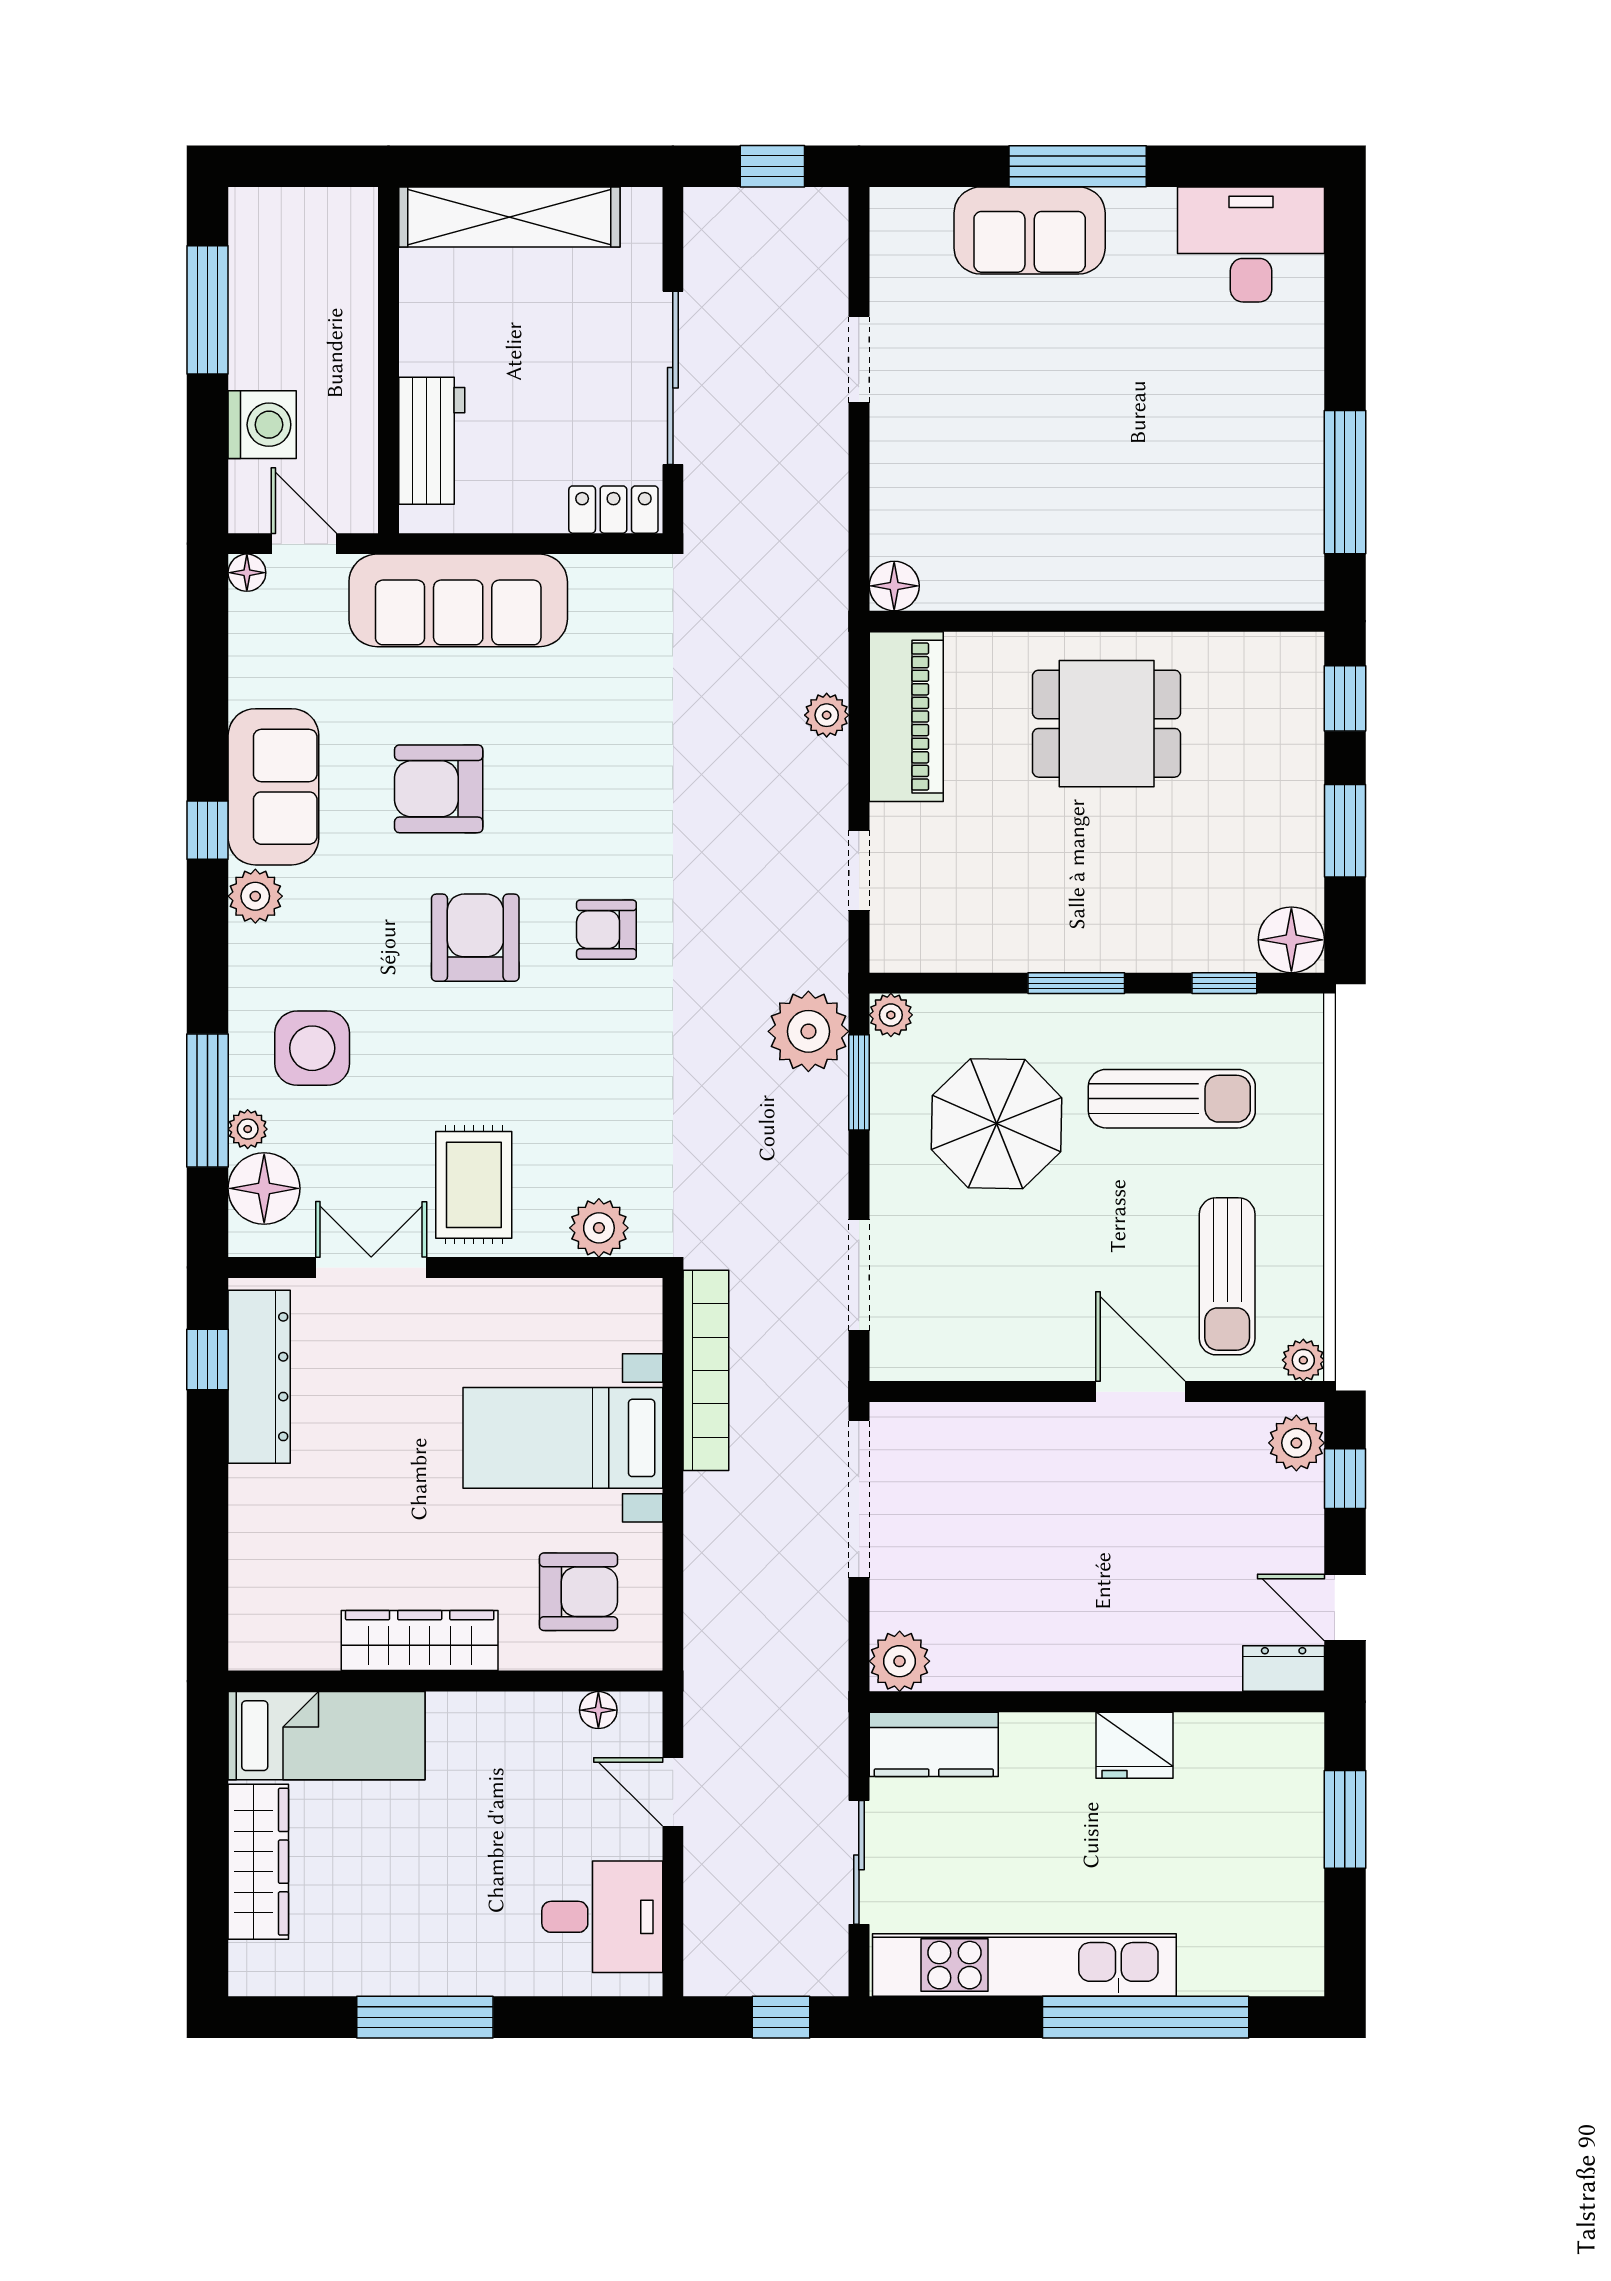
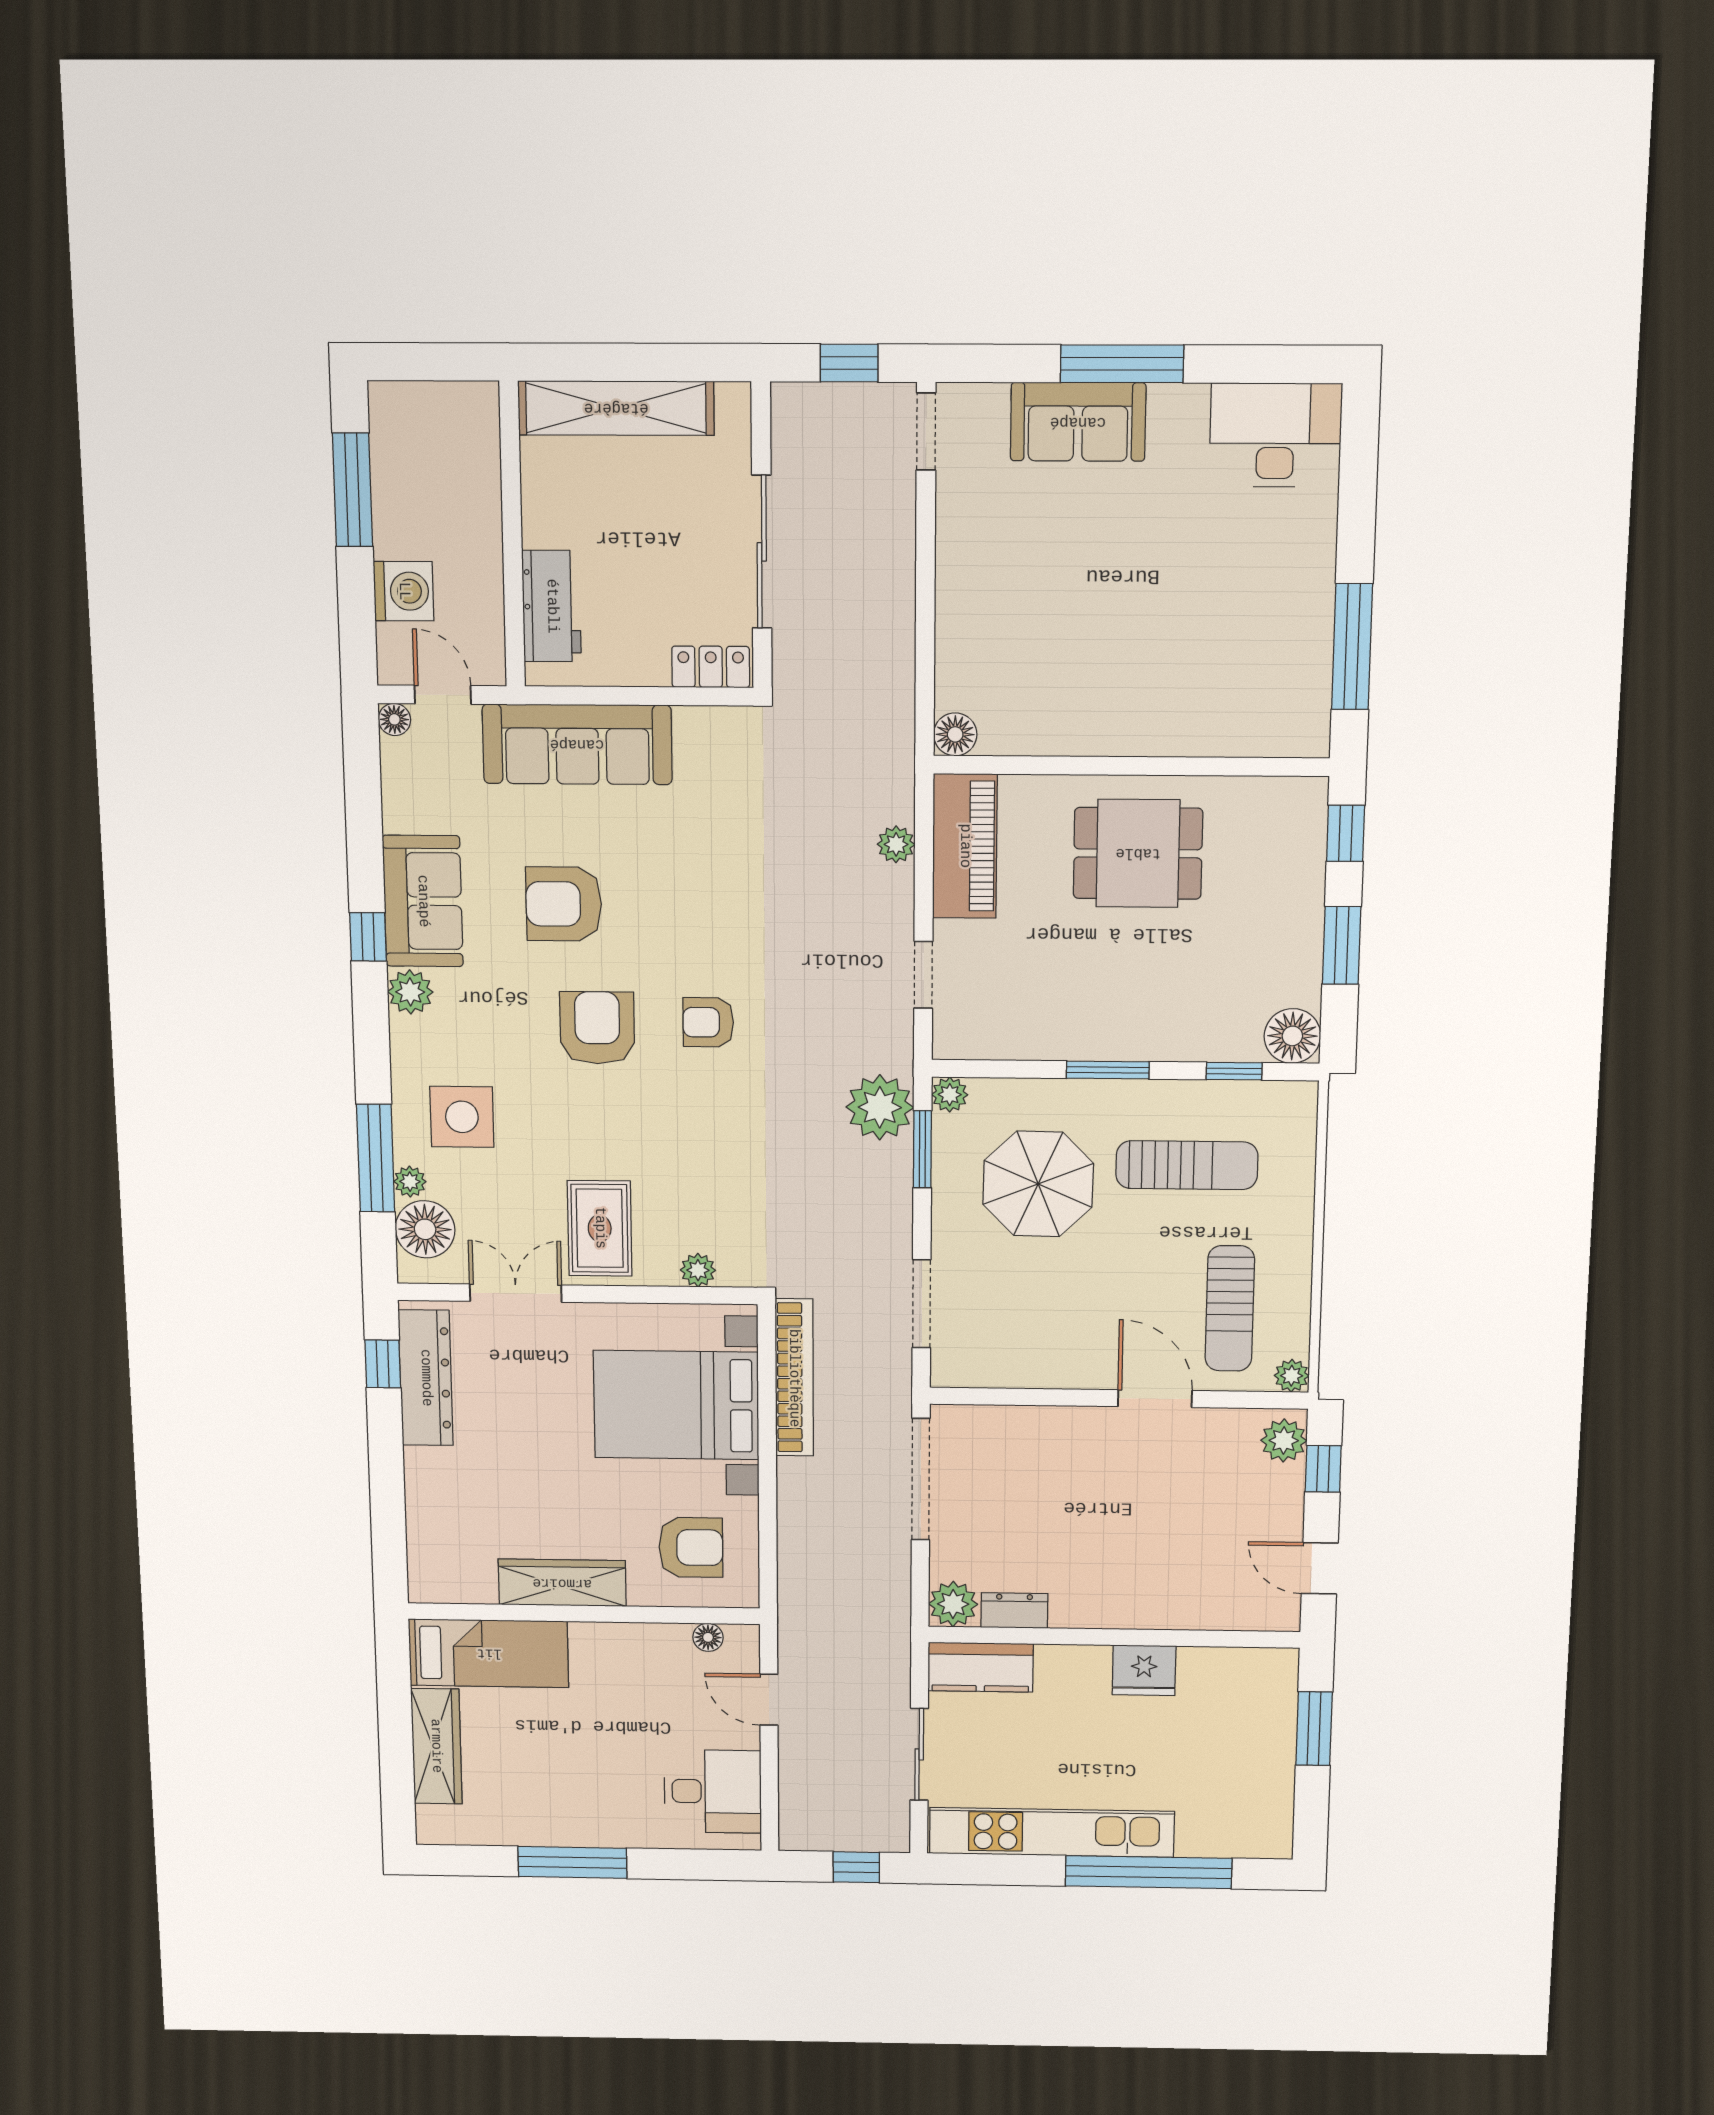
doorway: (859, 359) -> (926, 431), moved
plant: (599, 1228) -> (698, 1270), width x0.73, depth x0.73
bed with nightstands: (563, 1438) -> (676, 1405), width x1.36
dresser: (1284, 1669) -> (1014, 1610), moved

